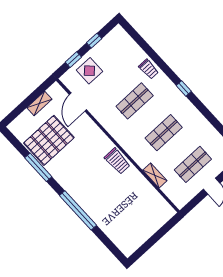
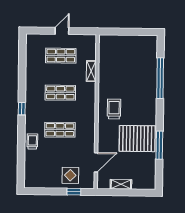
window: (94, 41) -> (50, 191), removed
pallet: (49, 140) -> (137, 139), moved
trolley: (117, 161) -> (114, 109), moved
window: (78, 210) -> (160, 78), moved

